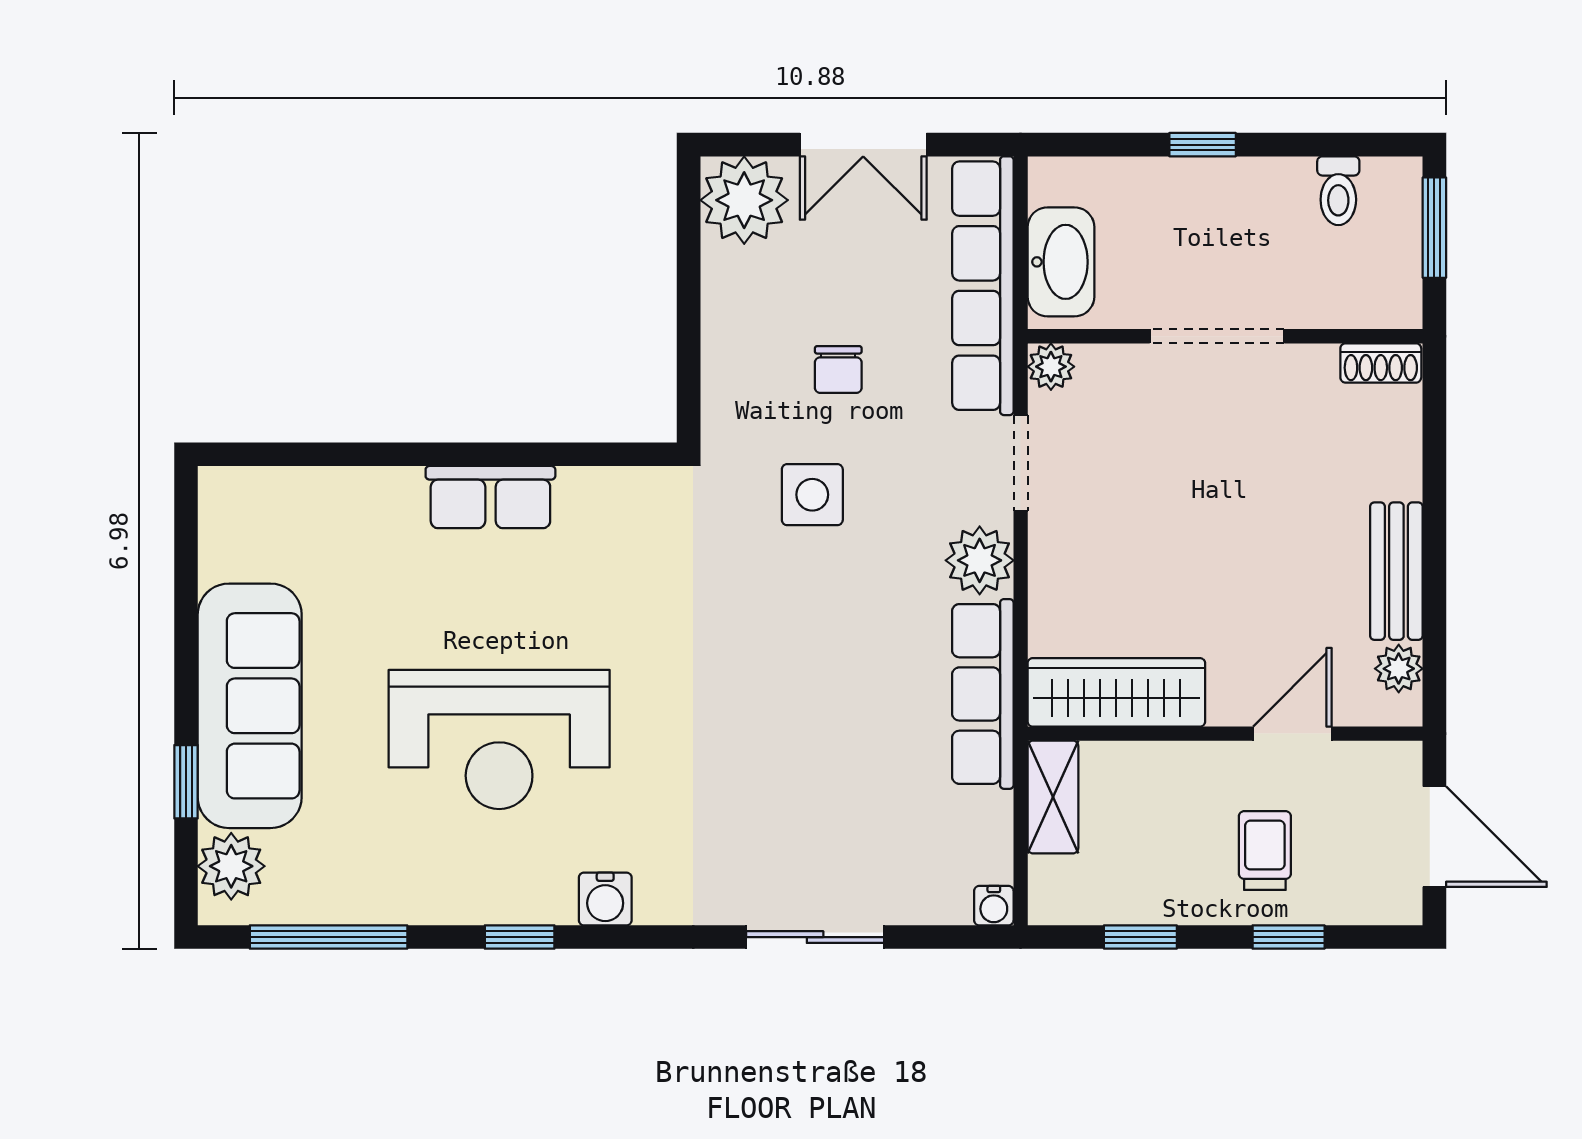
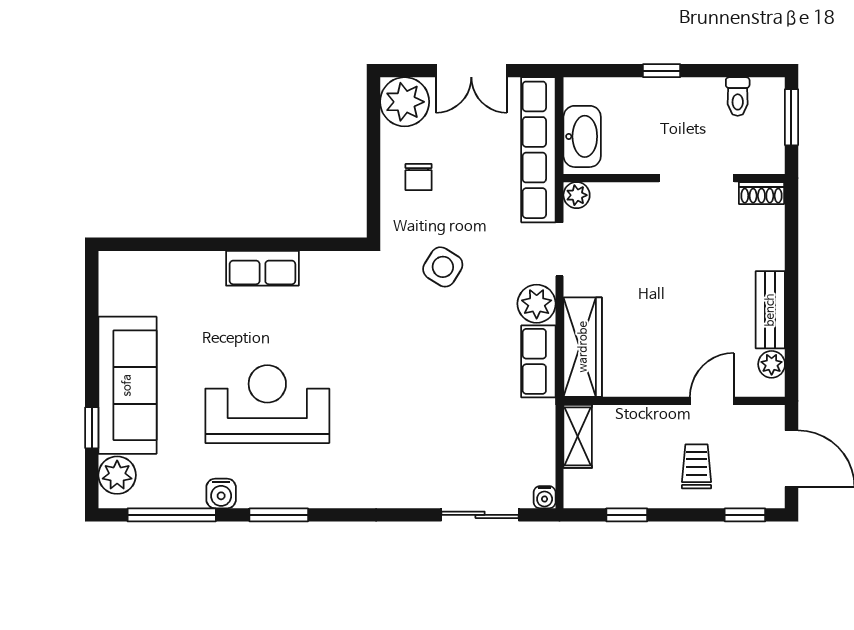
doorway: (1217, 336) -> (697, 178), moved
chair: (838, 369) -> (419, 177), moved
side table: (812, 495) -> (443, 267), turned 32
wardrobe: (1116, 692) -> (583, 347), moved, turned 90
row of seats: (983, 694) -> (538, 361), width x0.68
reception desk: (499, 740) -> (267, 404), turned 180
water cooler: (605, 899) -> (221, 493), moved
window: (520, 937) -> (279, 515), width x1.50
sliding door: (815, 937) -> (480, 515), moved
window: (1289, 937) -> (745, 515), moved

